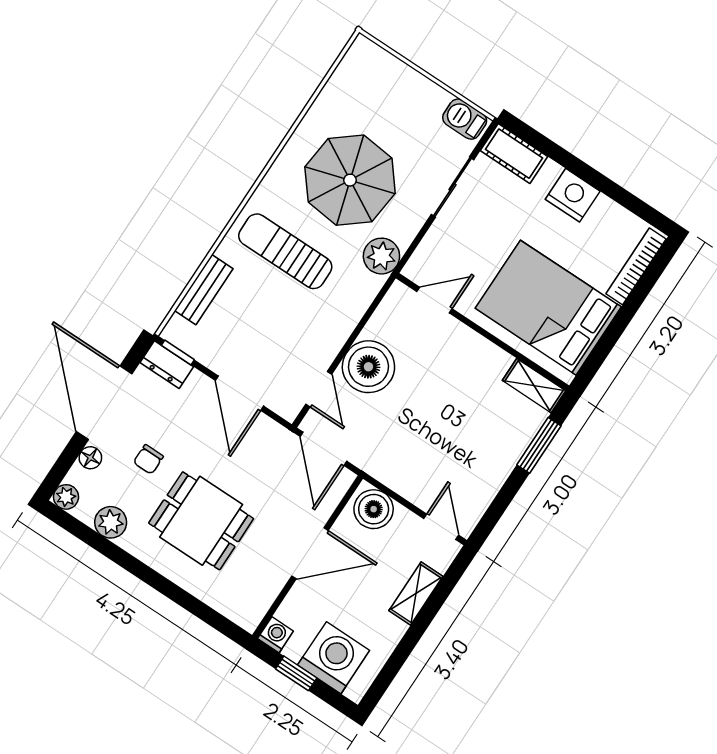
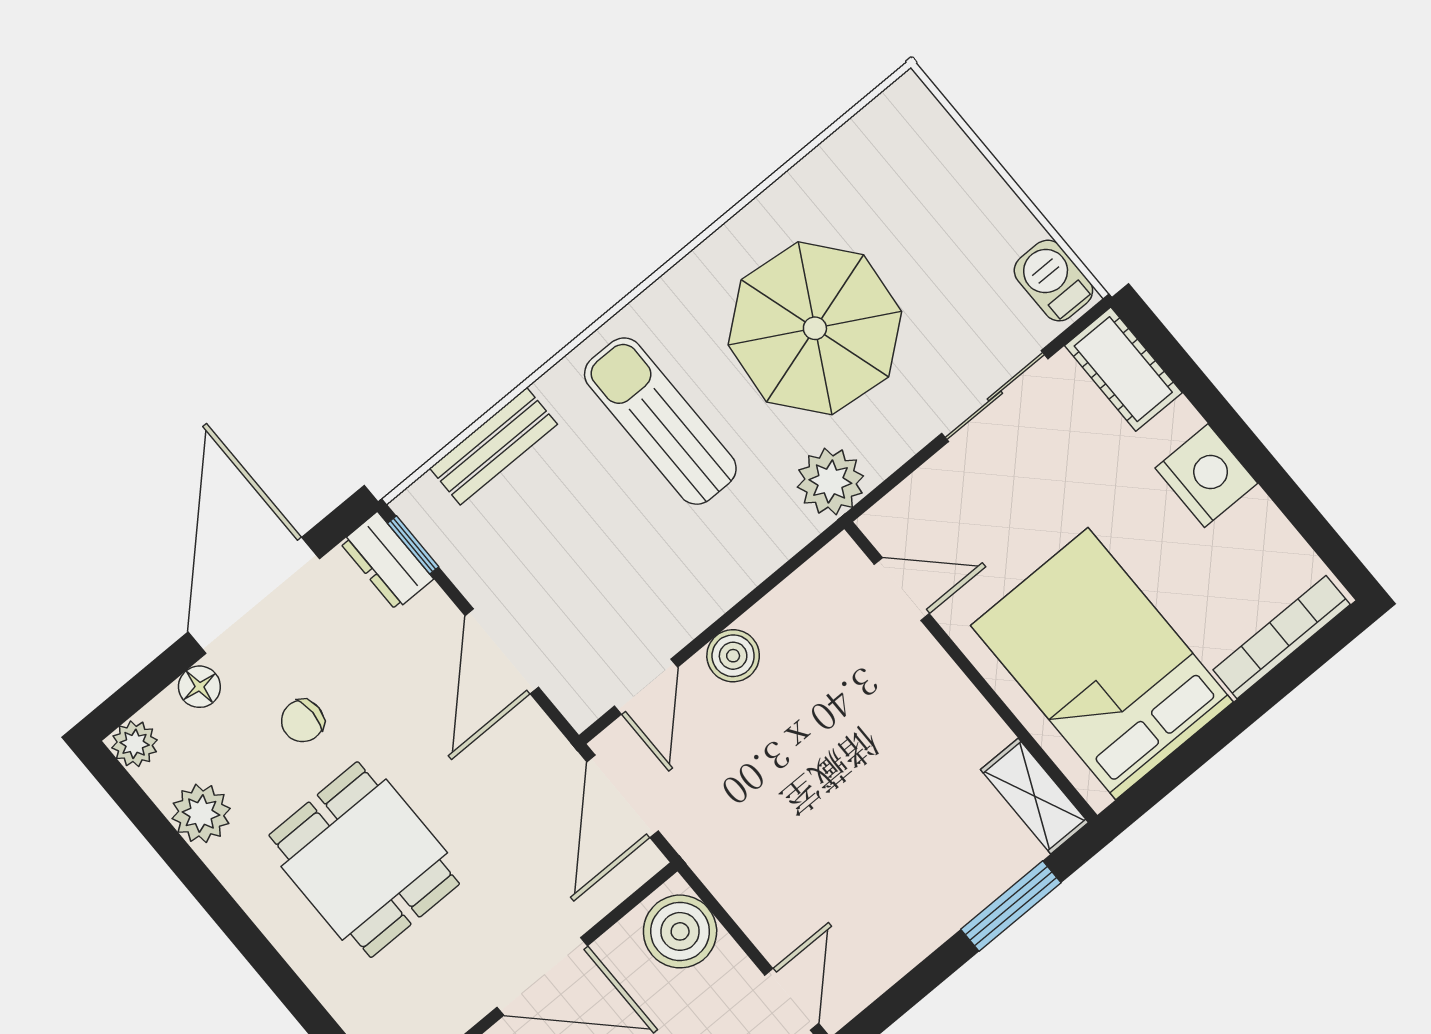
boiler: (368, 367) -> (733, 656), width x0.54, depth x0.54

